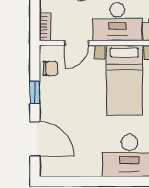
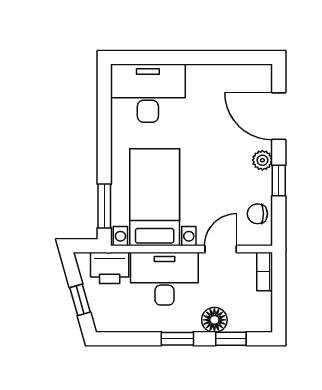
plant: (47, 107) -> (262, 160), added

